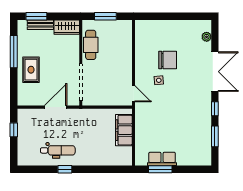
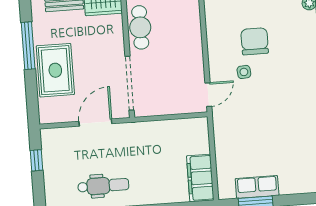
chair: (168, 60) -> (255, 41), turned -90
rug: (31, 70) -> (55, 70), width x1.36, depth x1.43
door: (134, 94) -> (208, 95), hinge flipped
filing cabinet: (124, 130) -> (200, 178), moved

